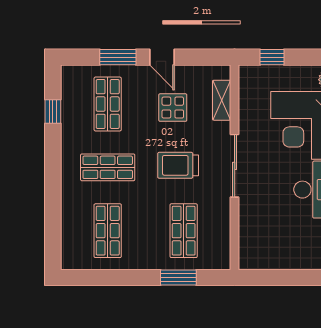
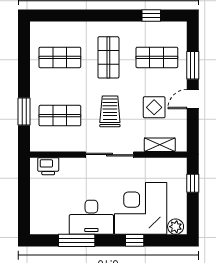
printer: (250, 246) -> (48, 166), added

